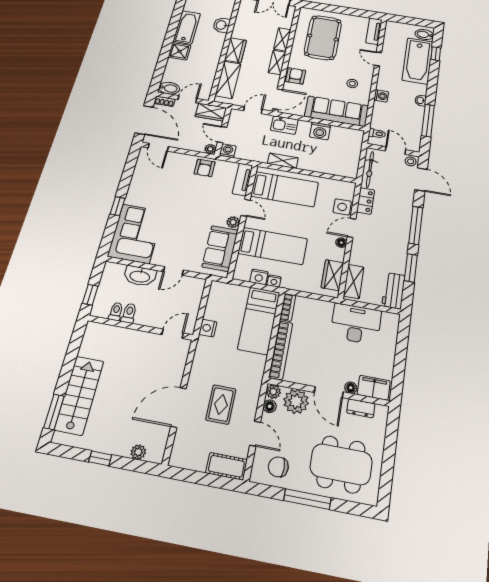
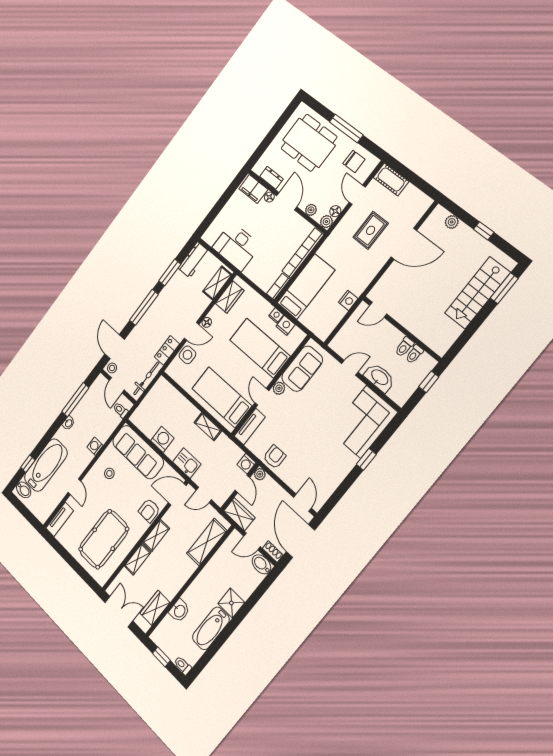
wardrobe: (235, 50) -> (155, 608), moved
plant: (296, 401) -> (311, 210), width x0.53, depth x0.53

